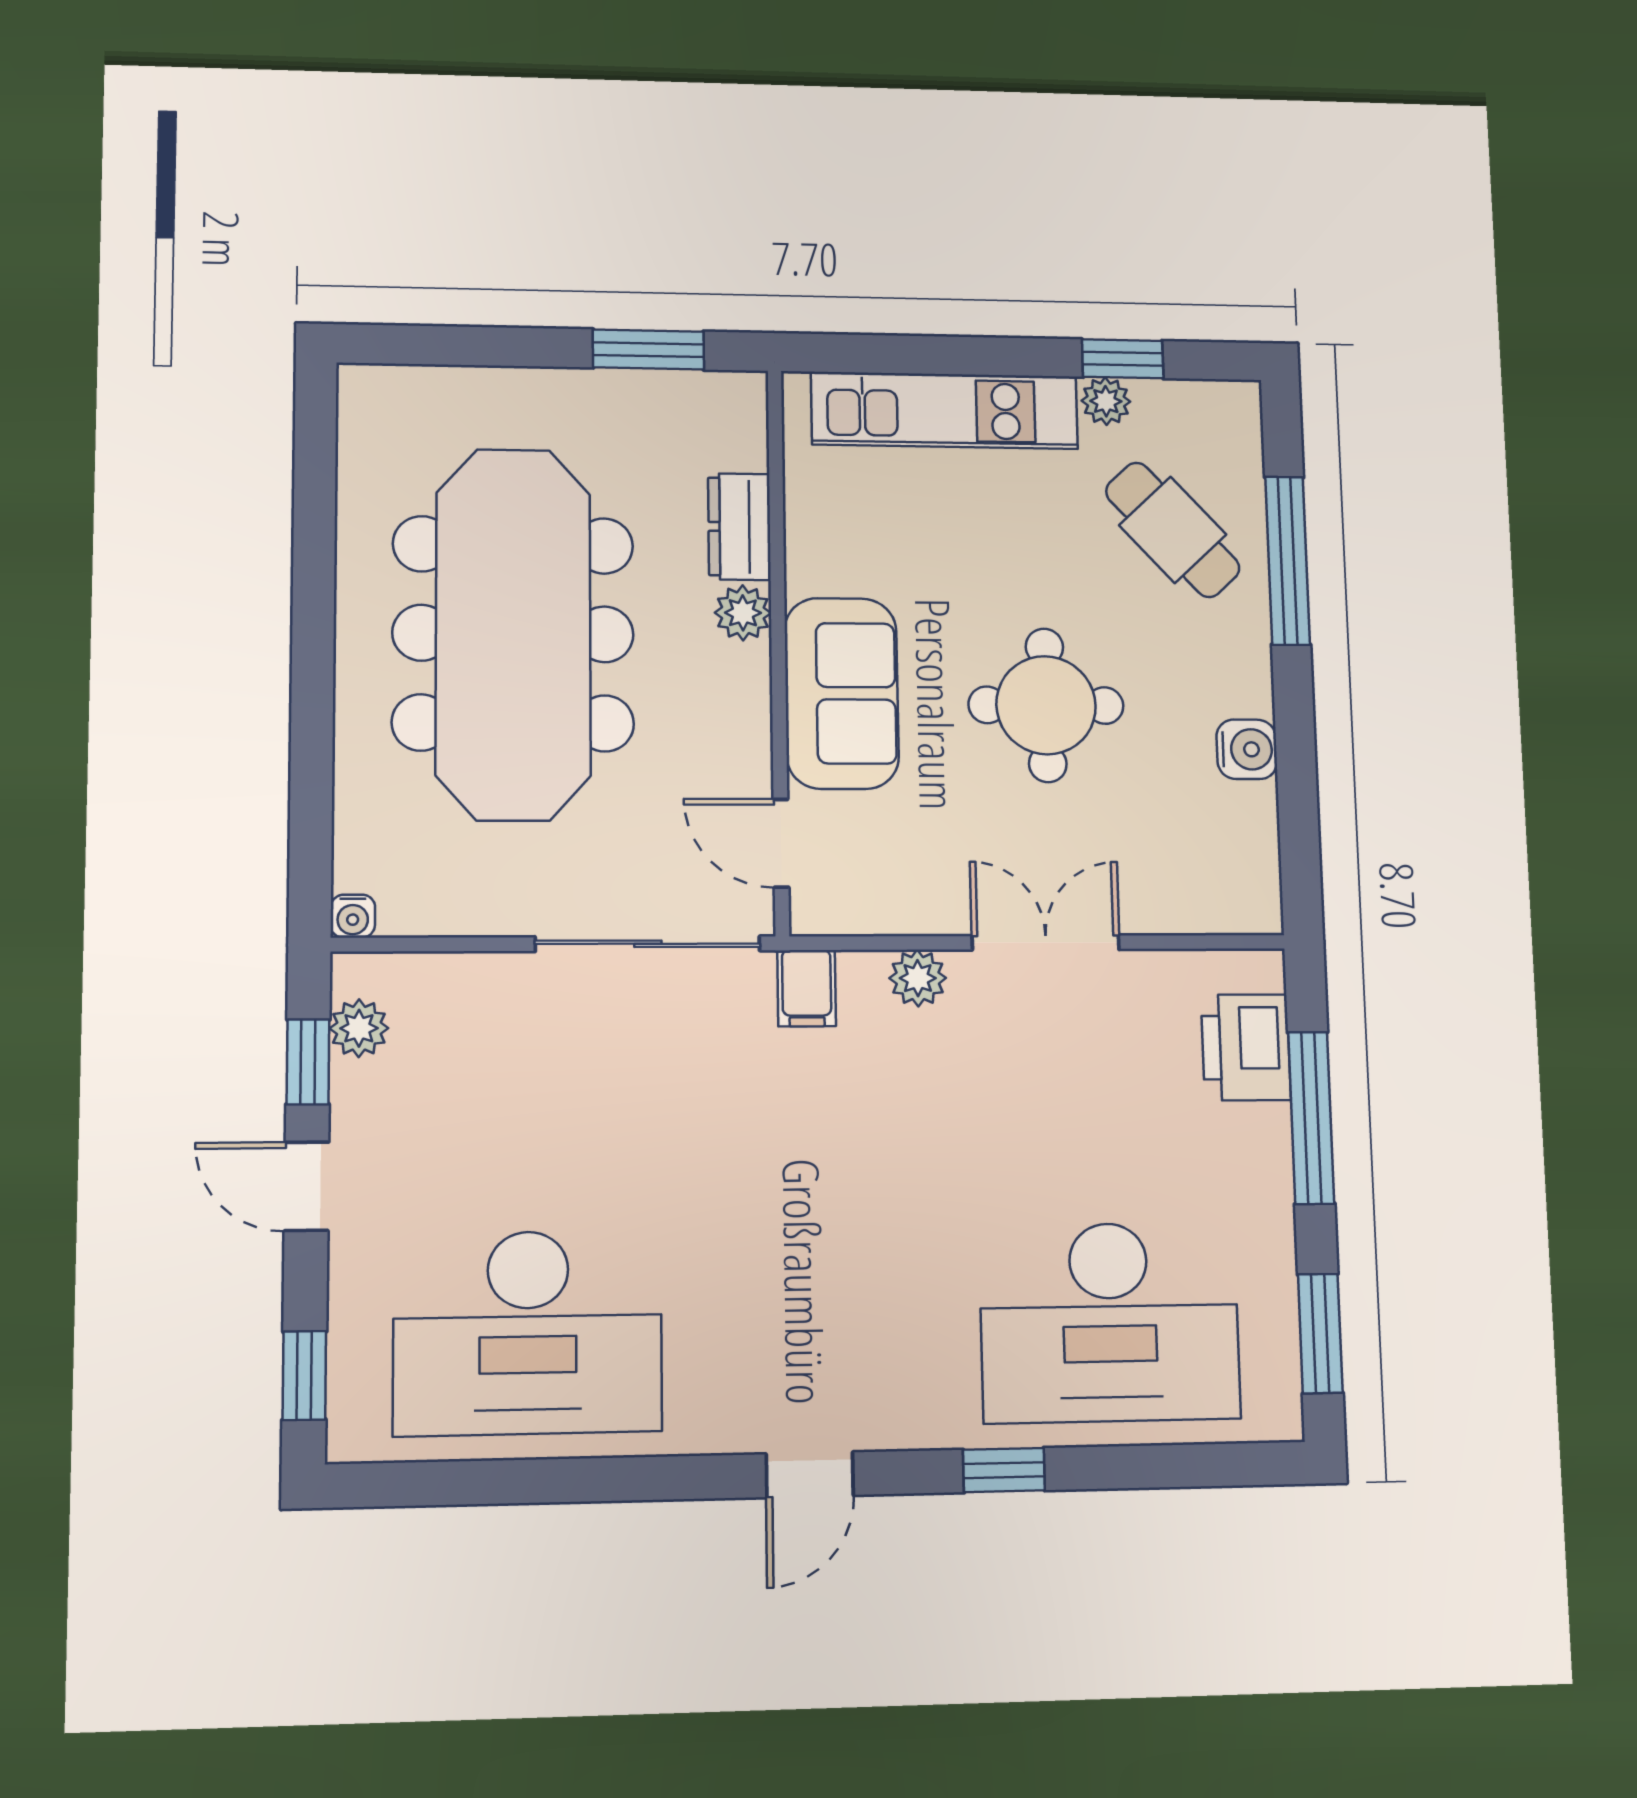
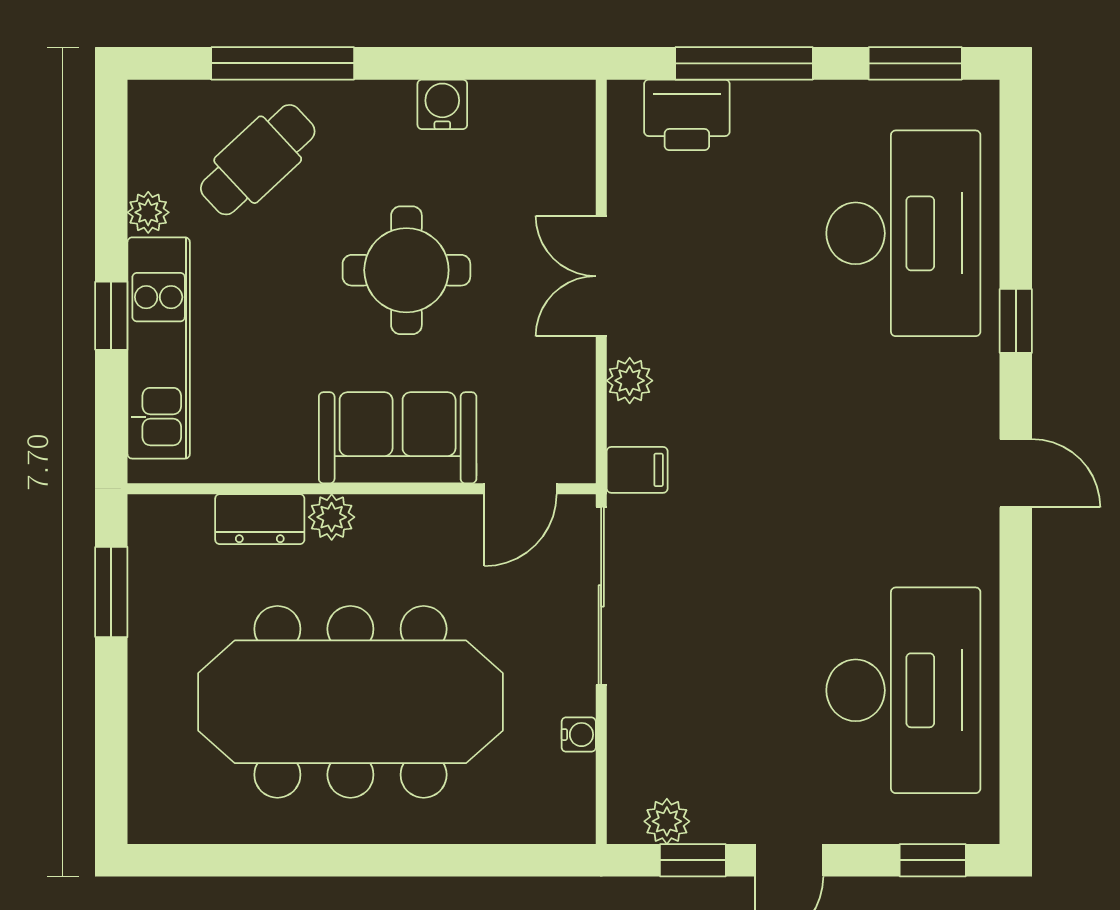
window: (1123, 359) -> (111, 316), moved
water cooler: (353, 916) -> (579, 735), moved

